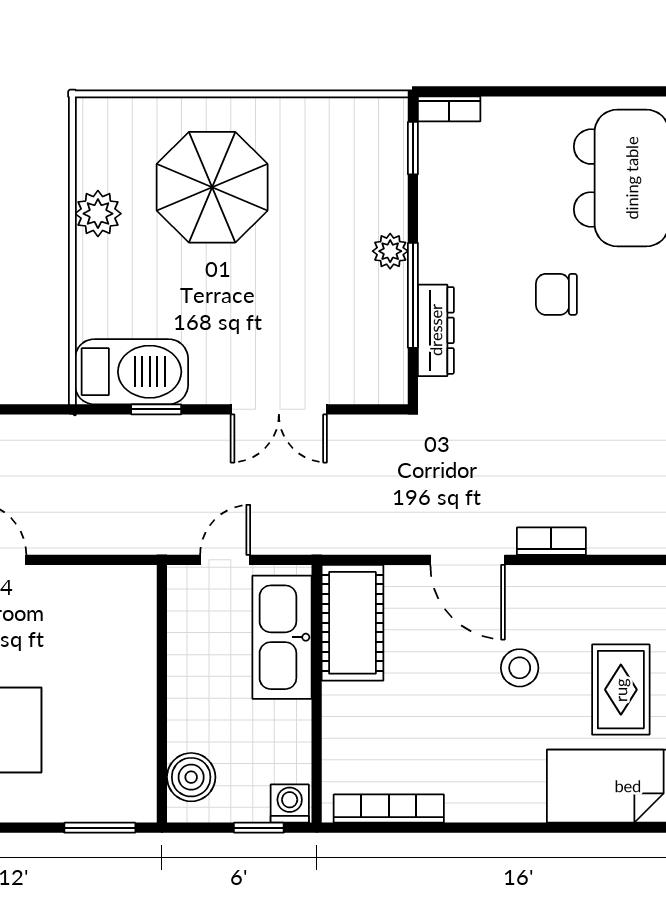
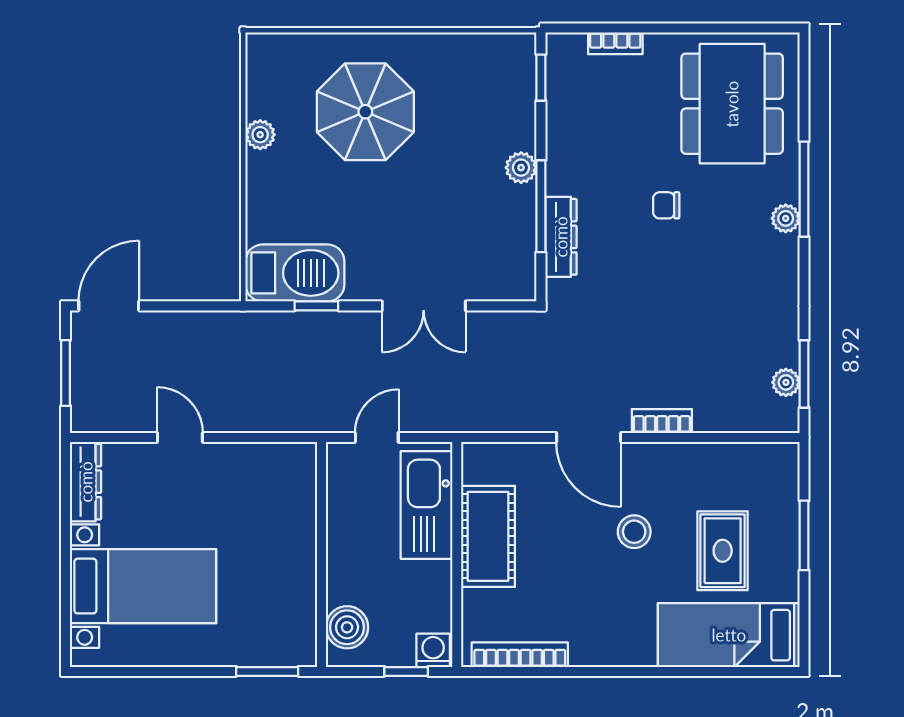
bookcase: (449, 109) -> (615, 43), moved
plant: (98, 214) -> (260, 135), width x0.73, depth x0.73
chair: (556, 294) -> (666, 205), width x0.73, depth x0.73
cot: (352, 623) -> (488, 536), moved

